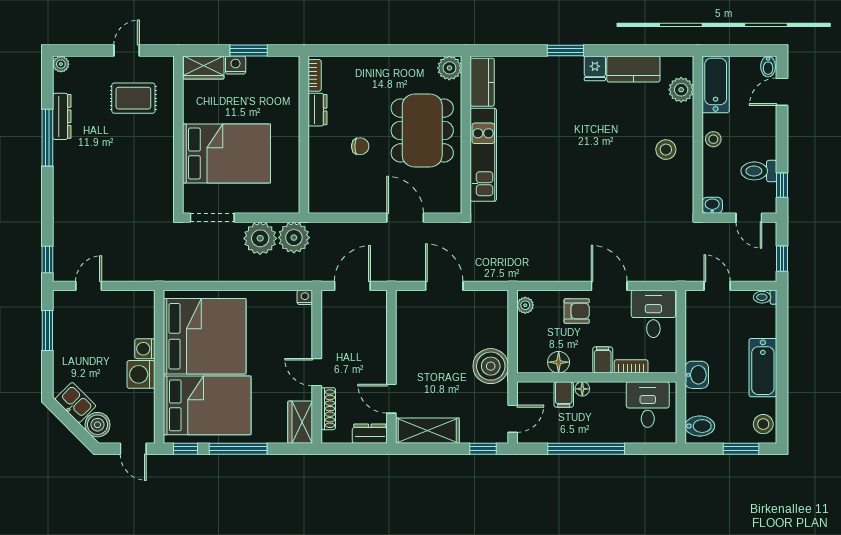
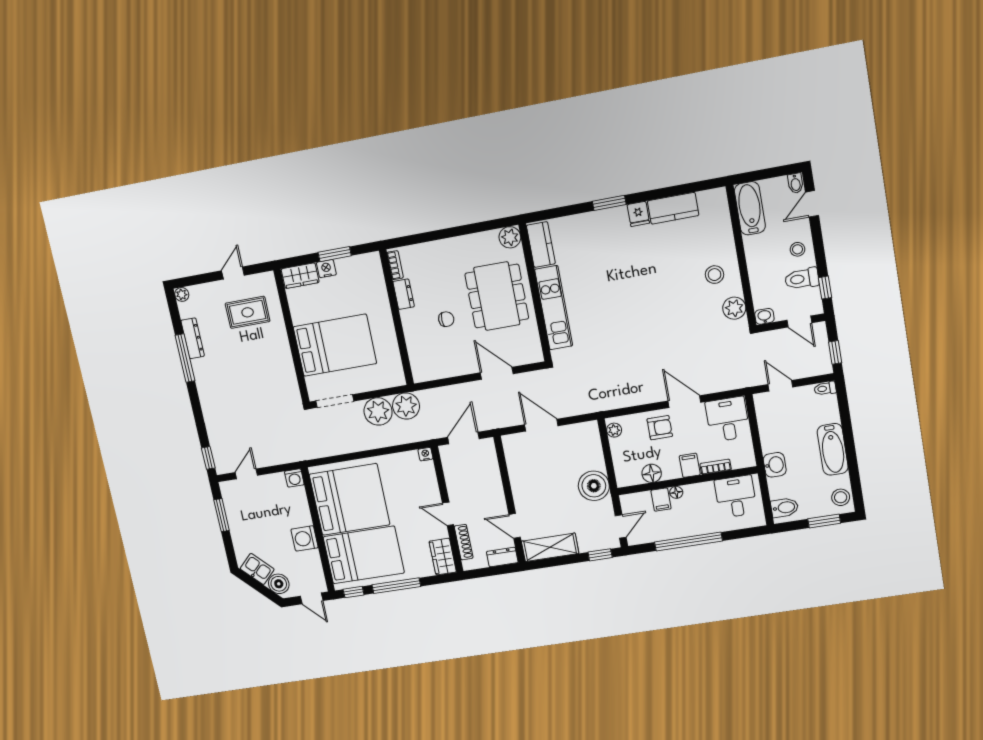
plant: (681, 90) -> (734, 308), moved
stool: (713, 139) -> (798, 249), moved
washing machine: (145, 349) -> (294, 478), moved, turned -90

